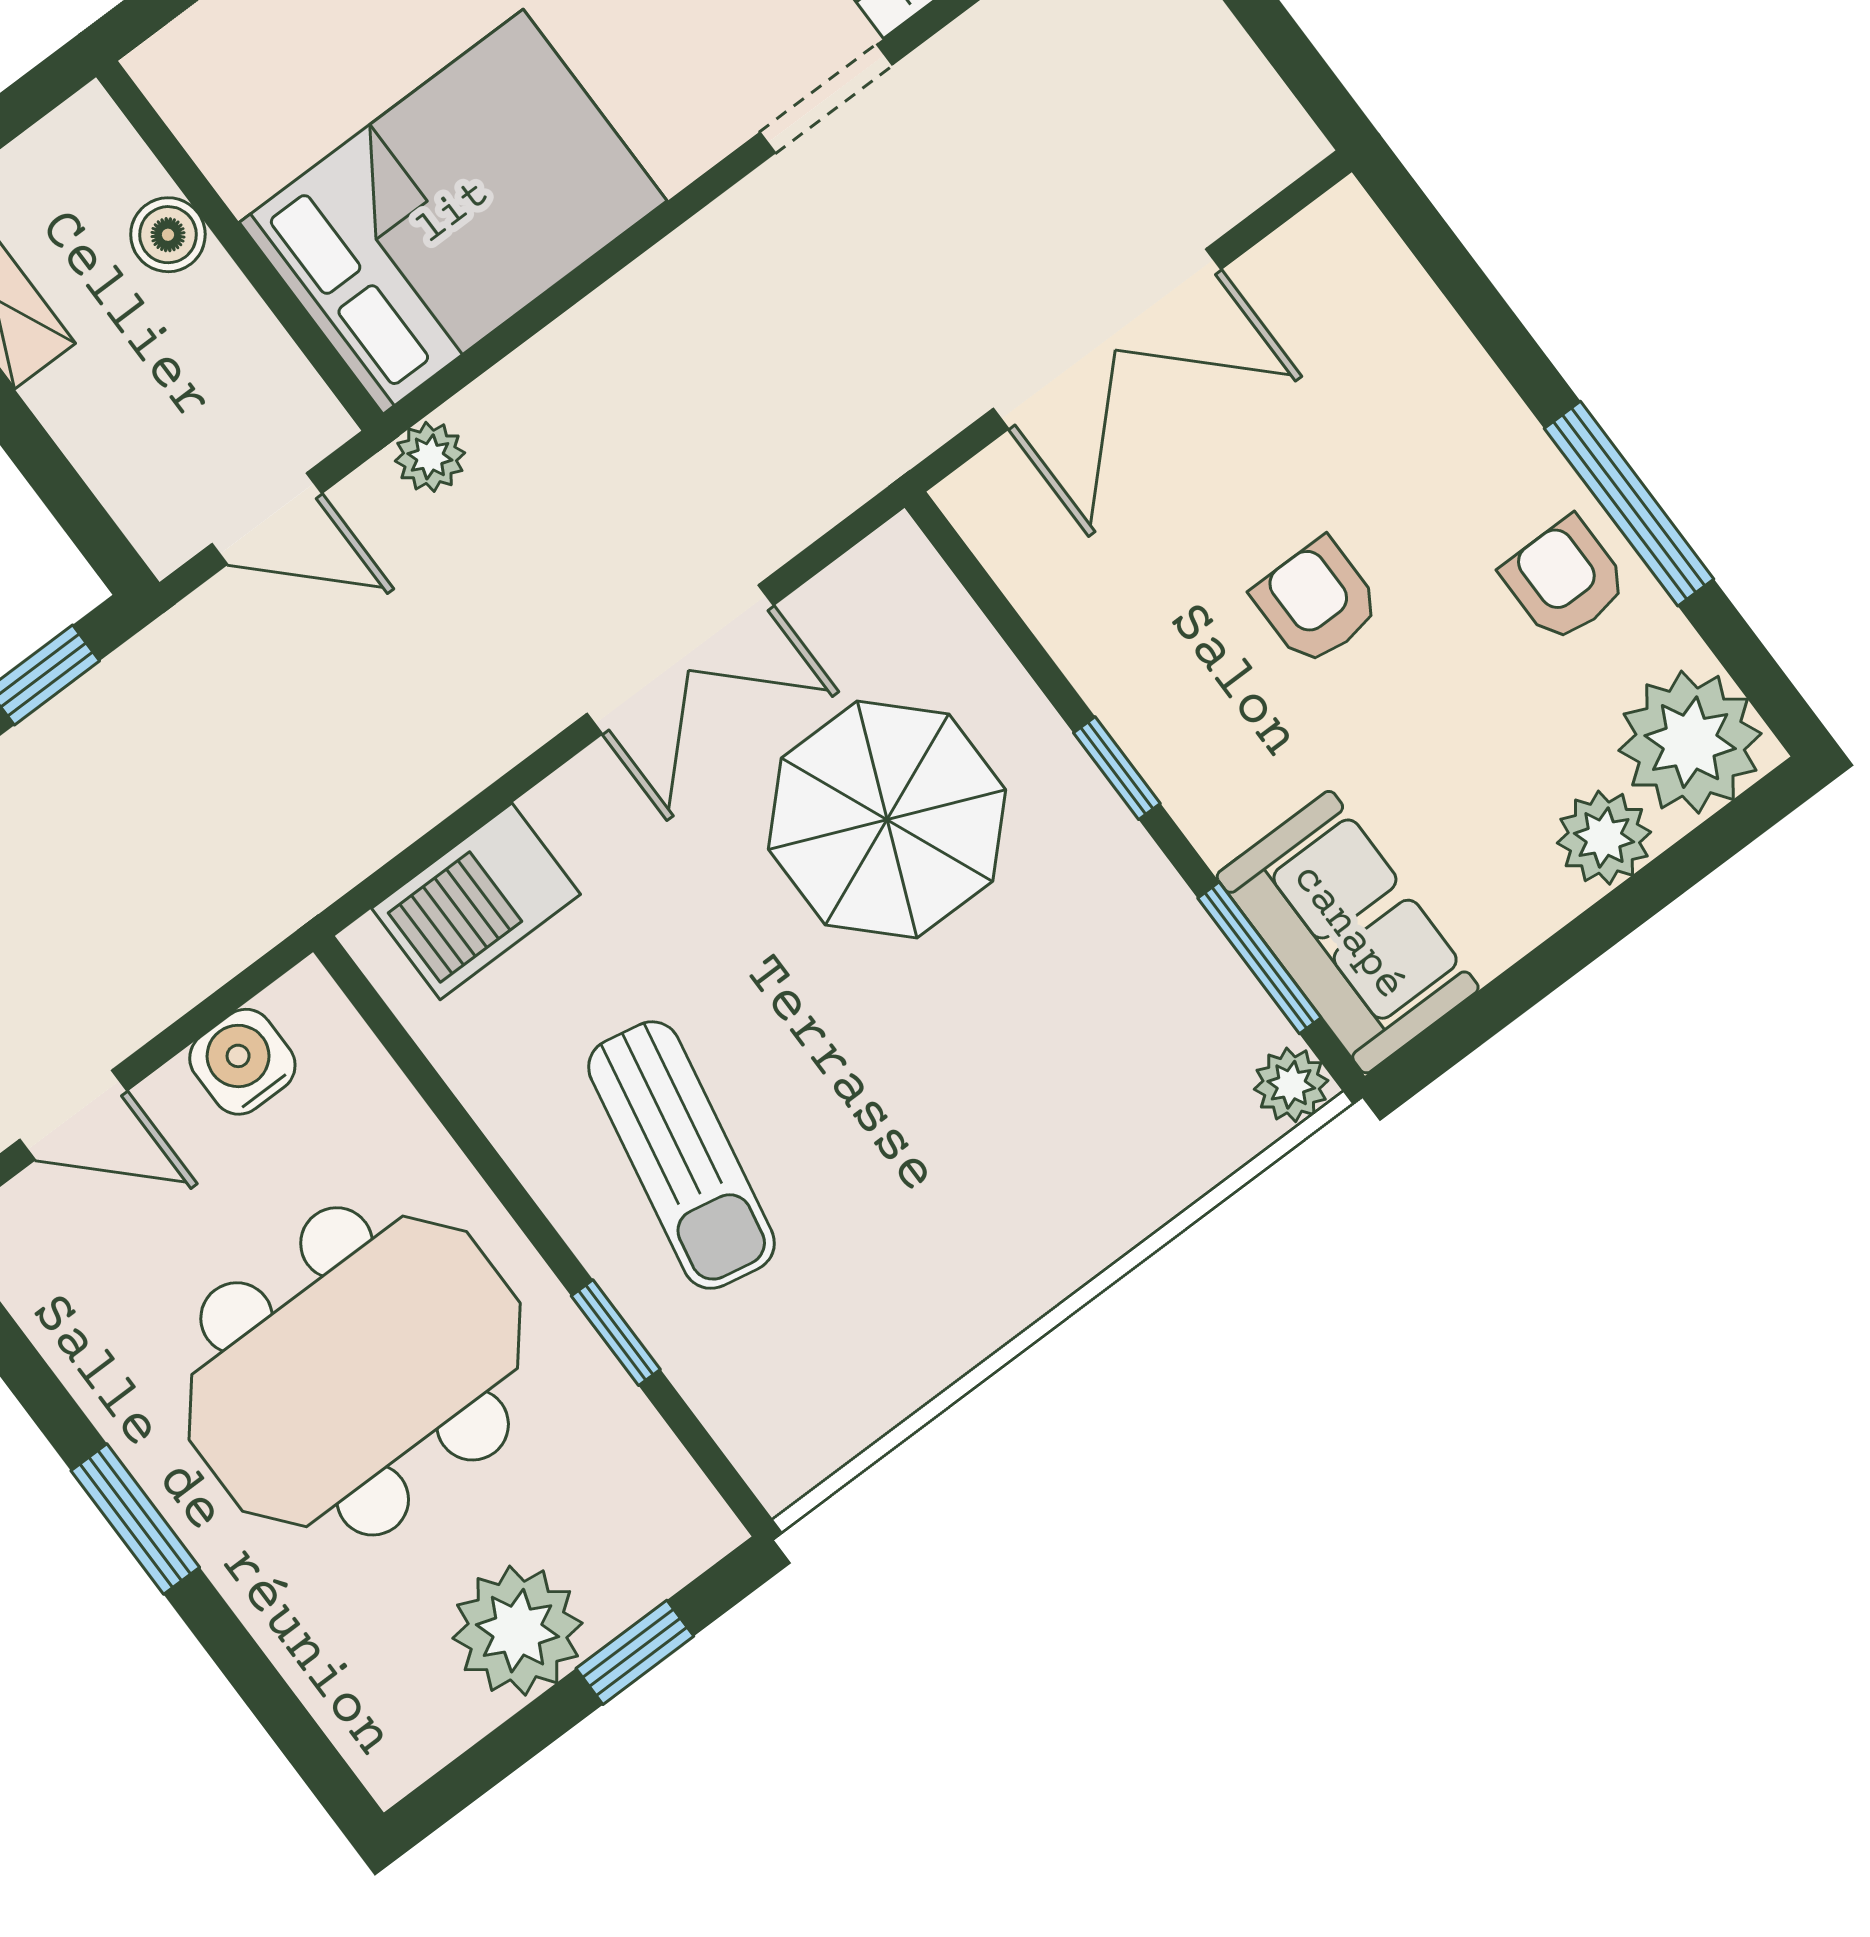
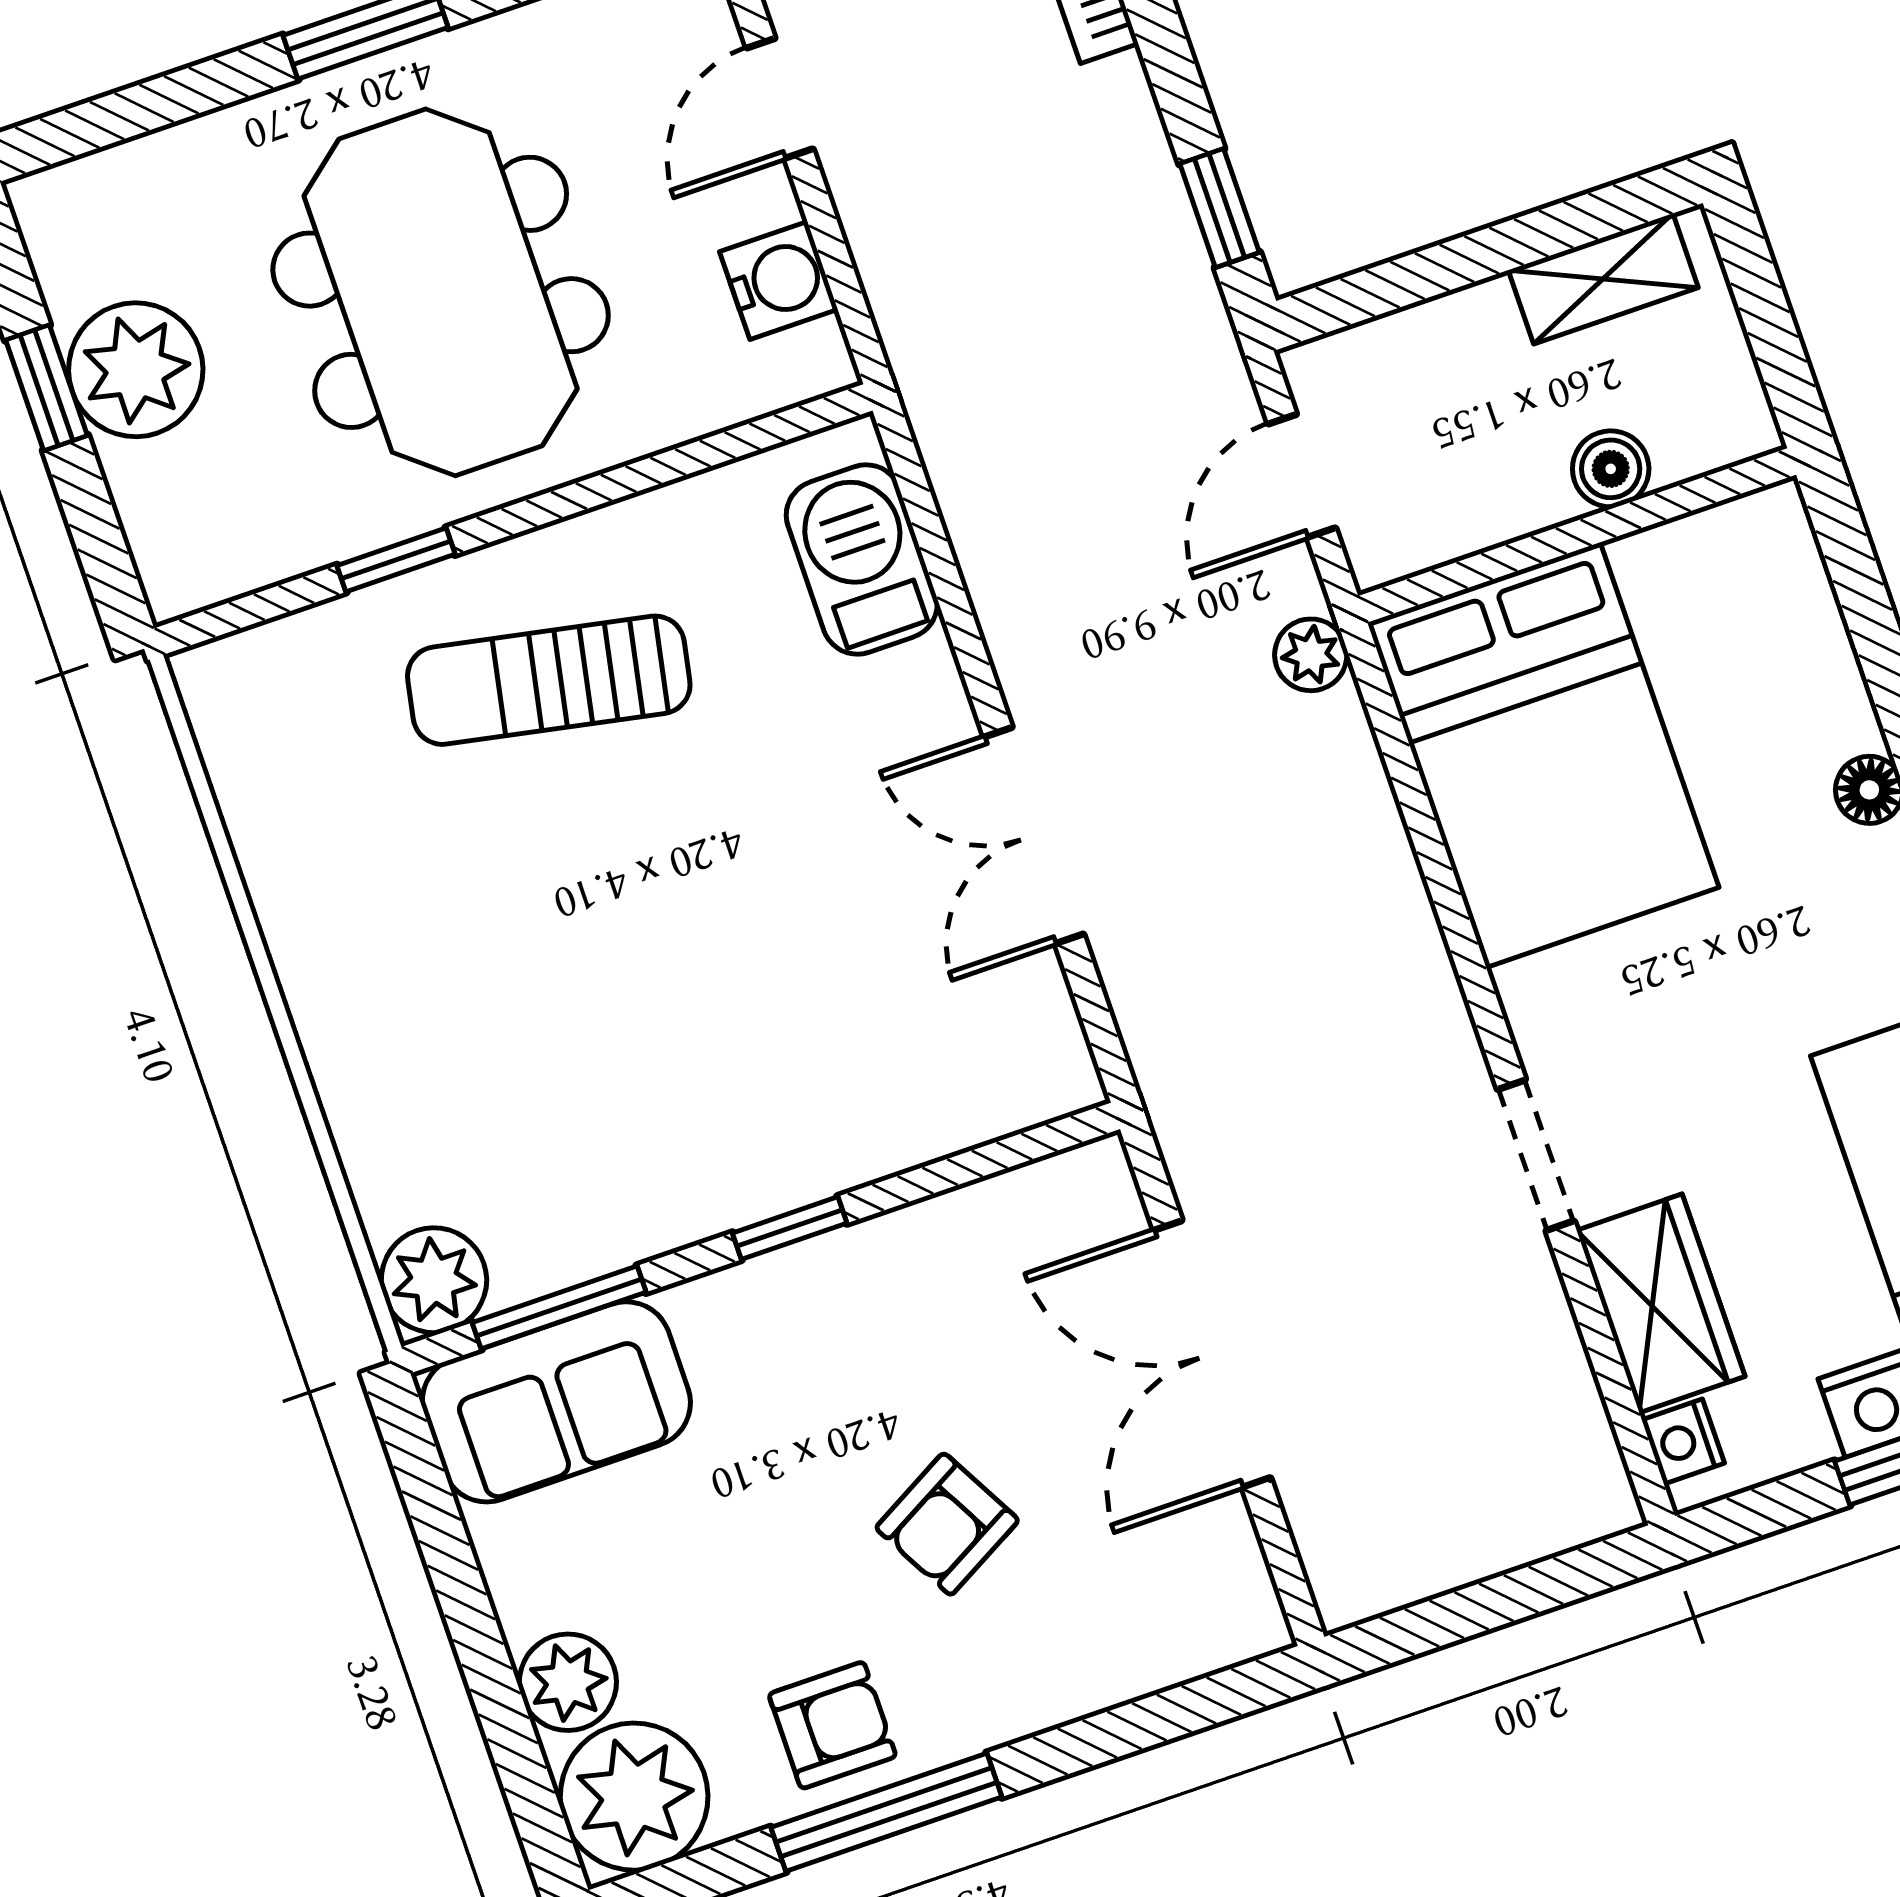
armchair: (1317, 602) -> (947, 1524), moved, turned 151
parasol: (887, 820) -> (812, 987), removed
plant: (1291, 1085) -> (434, 1280), width x1.38, depth x1.38
window: (635, 1652) -> (46, 388), moved

